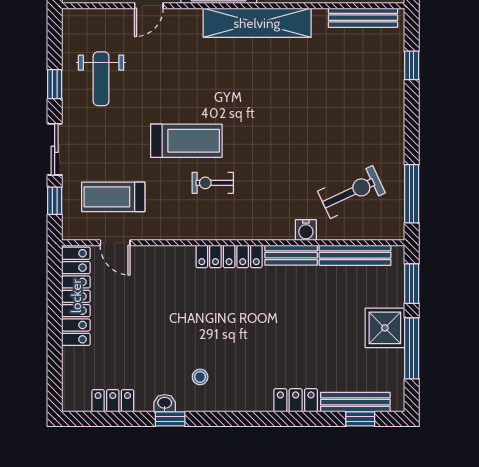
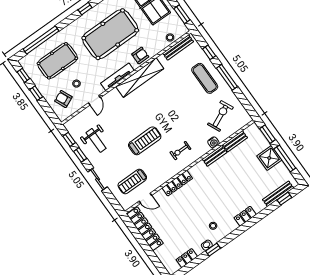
exercise mat: (371, 106) -> (205, 78), added
exercise bike: (213, 183) -> (180, 151), moved
window: (412, 194) -> (227, 77), moved
window: (55, 201) -> (69, 139), moved
bench: (355, 255) -> (235, 141), width x0.73
locker: (229, 256) -> (177, 183), moved
locker: (296, 400) -> (245, 216), moved

